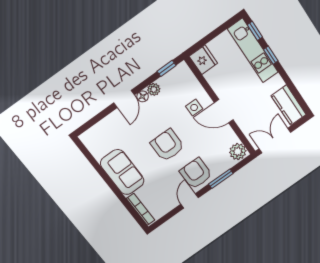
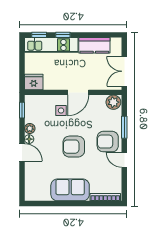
kitchen counter: (289, 105) -> (94, 45), moved

